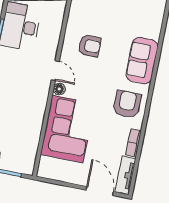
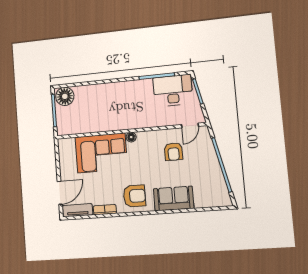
door: (55, 71) -> (190, 125), moved

